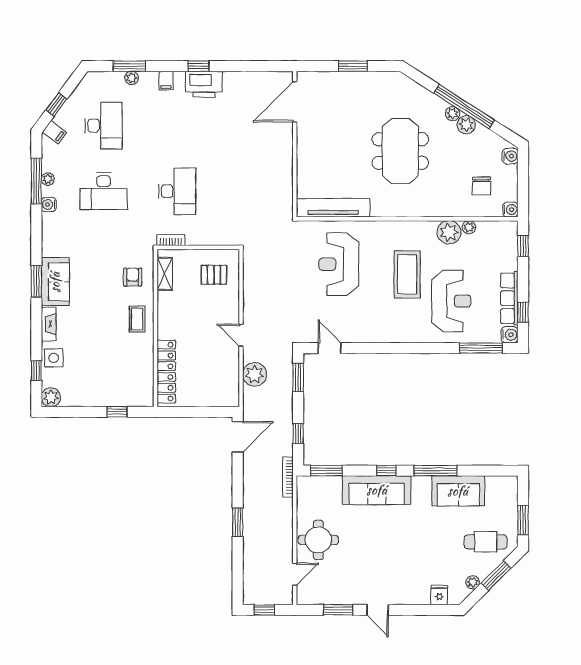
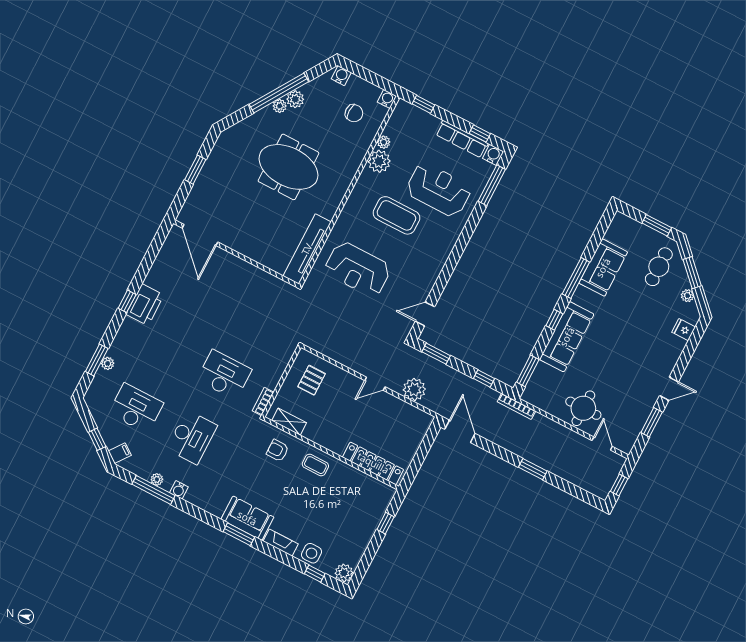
filing cabinet: (166, 81) -> (125, 335), removed

